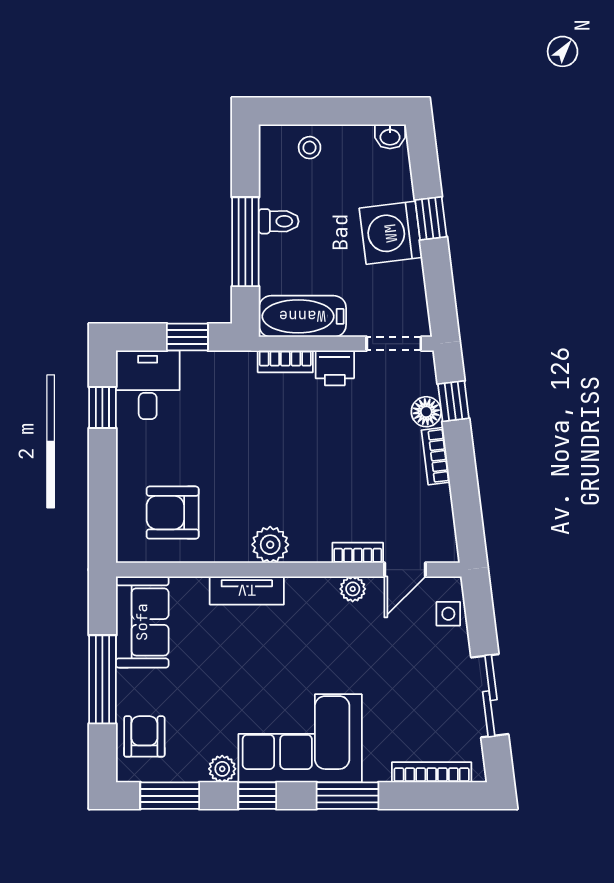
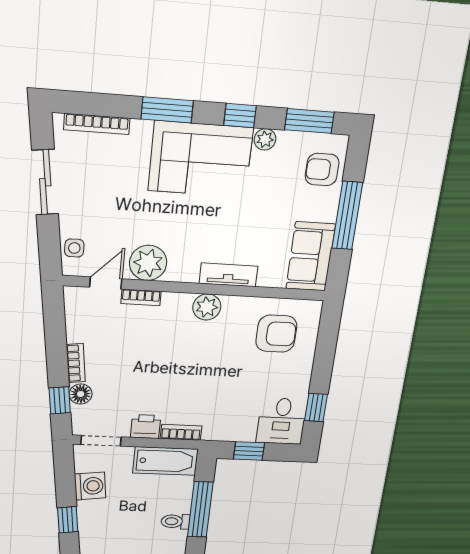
washing machine: (391, 233) -> (90, 486), moved, width x0.73, depth x0.73
plant: (353, 589) -> (148, 263), width x1.88, depth x1.88
armchair: (144, 736) -> (322, 169), turned 90

